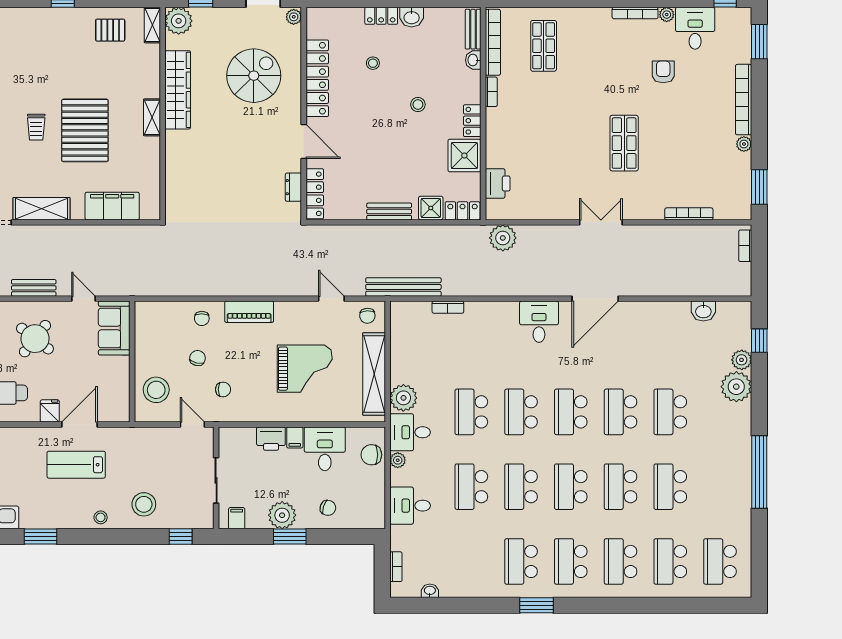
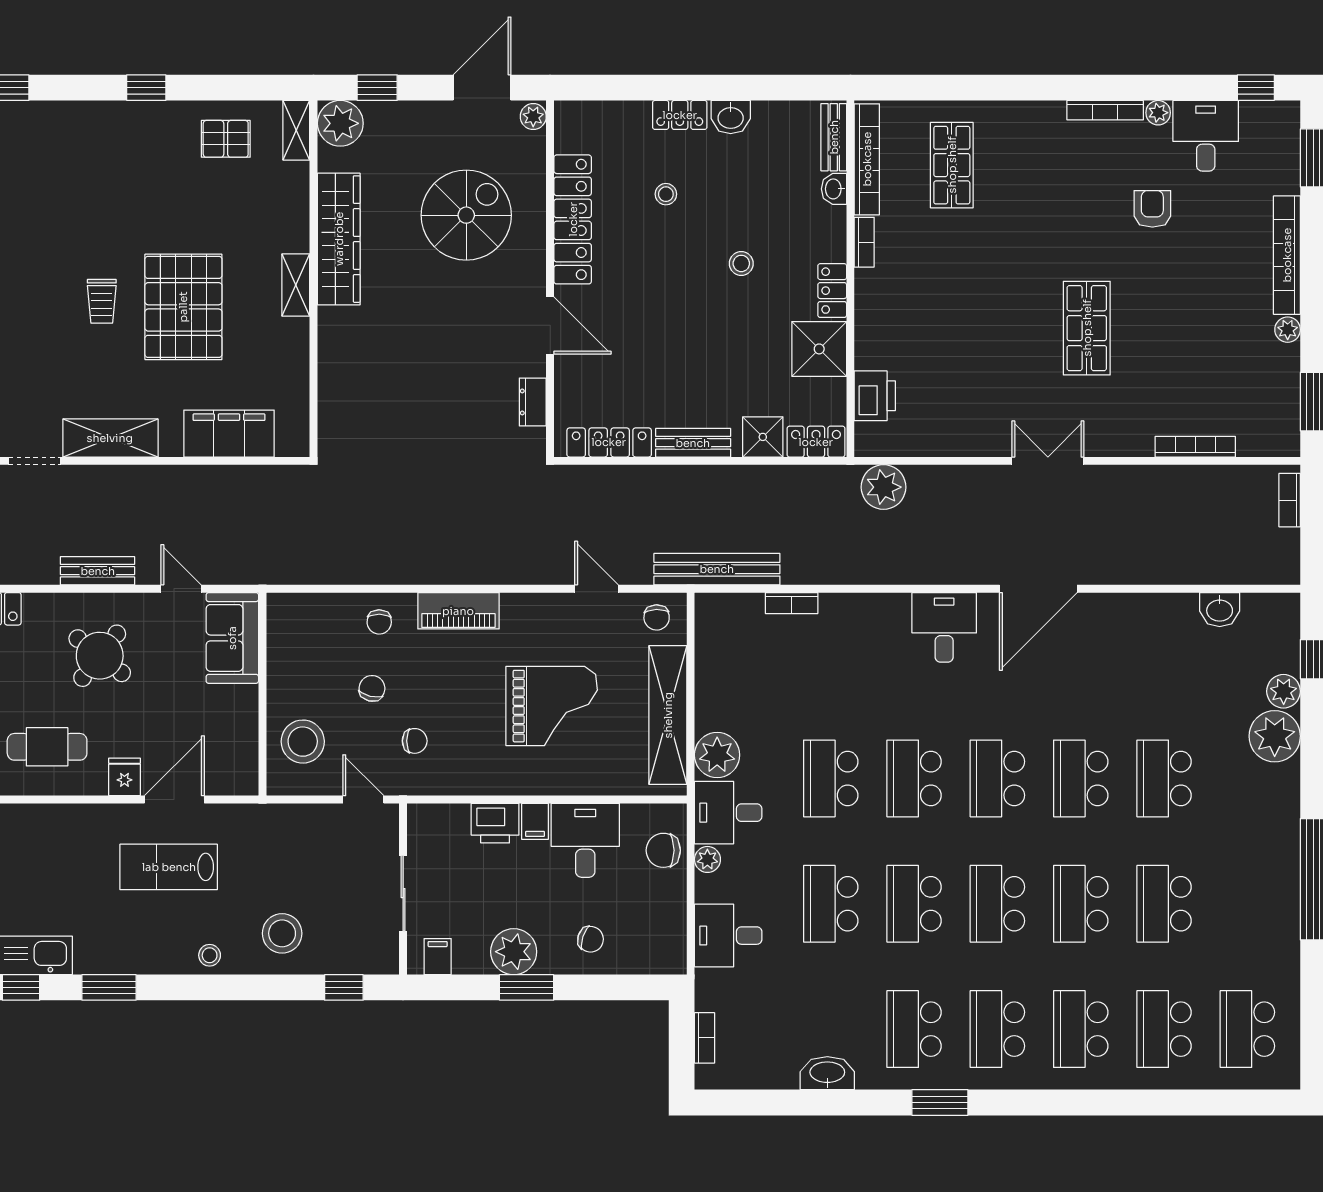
locker: (315, 194) -> (609, 442), moved, turned -90
washbasin: (430, 591) -> (827, 1073), moved, width x1.91, depth x1.45

